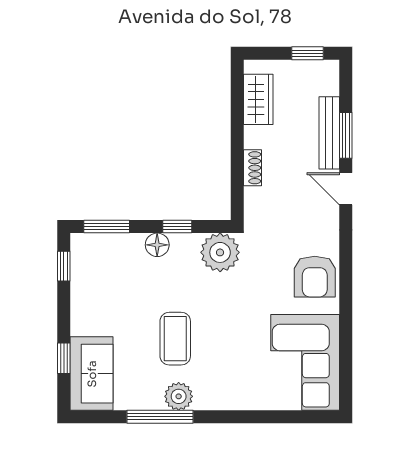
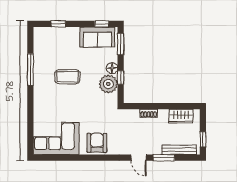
bench: (329, 133) -> (179, 150), moved
door: (346, 189) -> (139, 158), swing flipped
plant: (220, 252) -> (108, 84), moved
armchair: (315, 277) -> (97, 143), turned 90
sofa: (92, 374) -> (97, 37), moved
plant: (179, 396) -> (40, 78), removed

